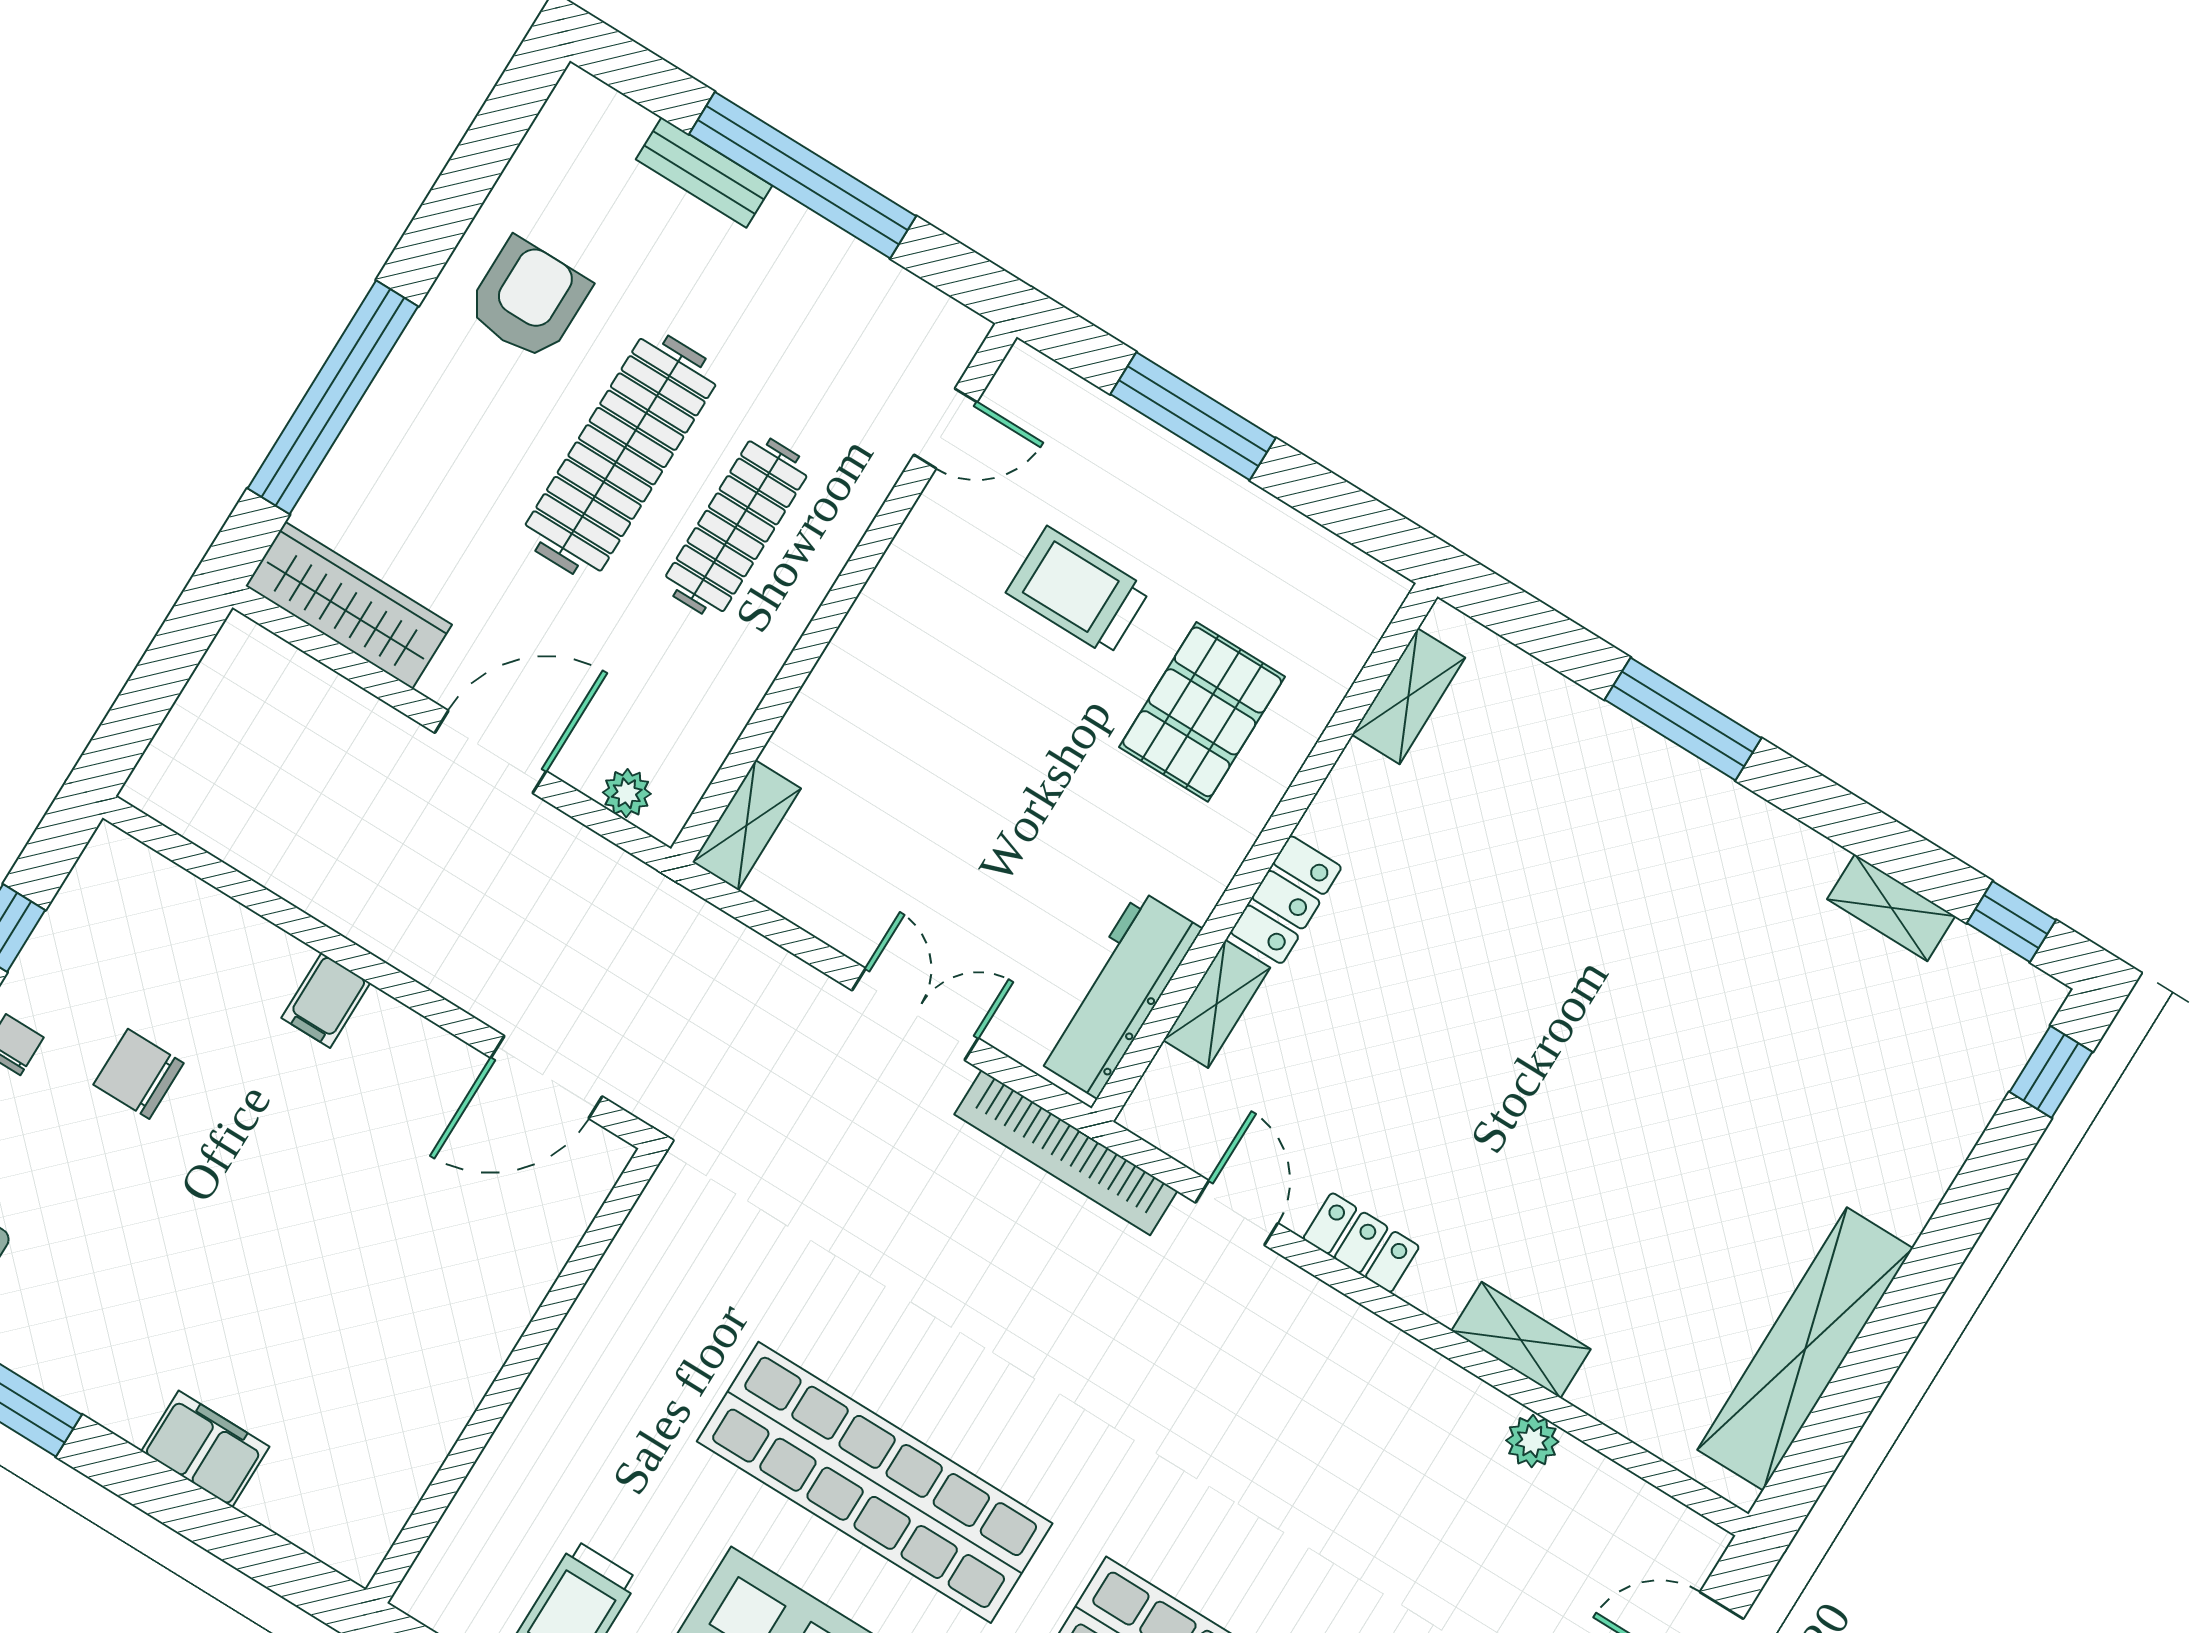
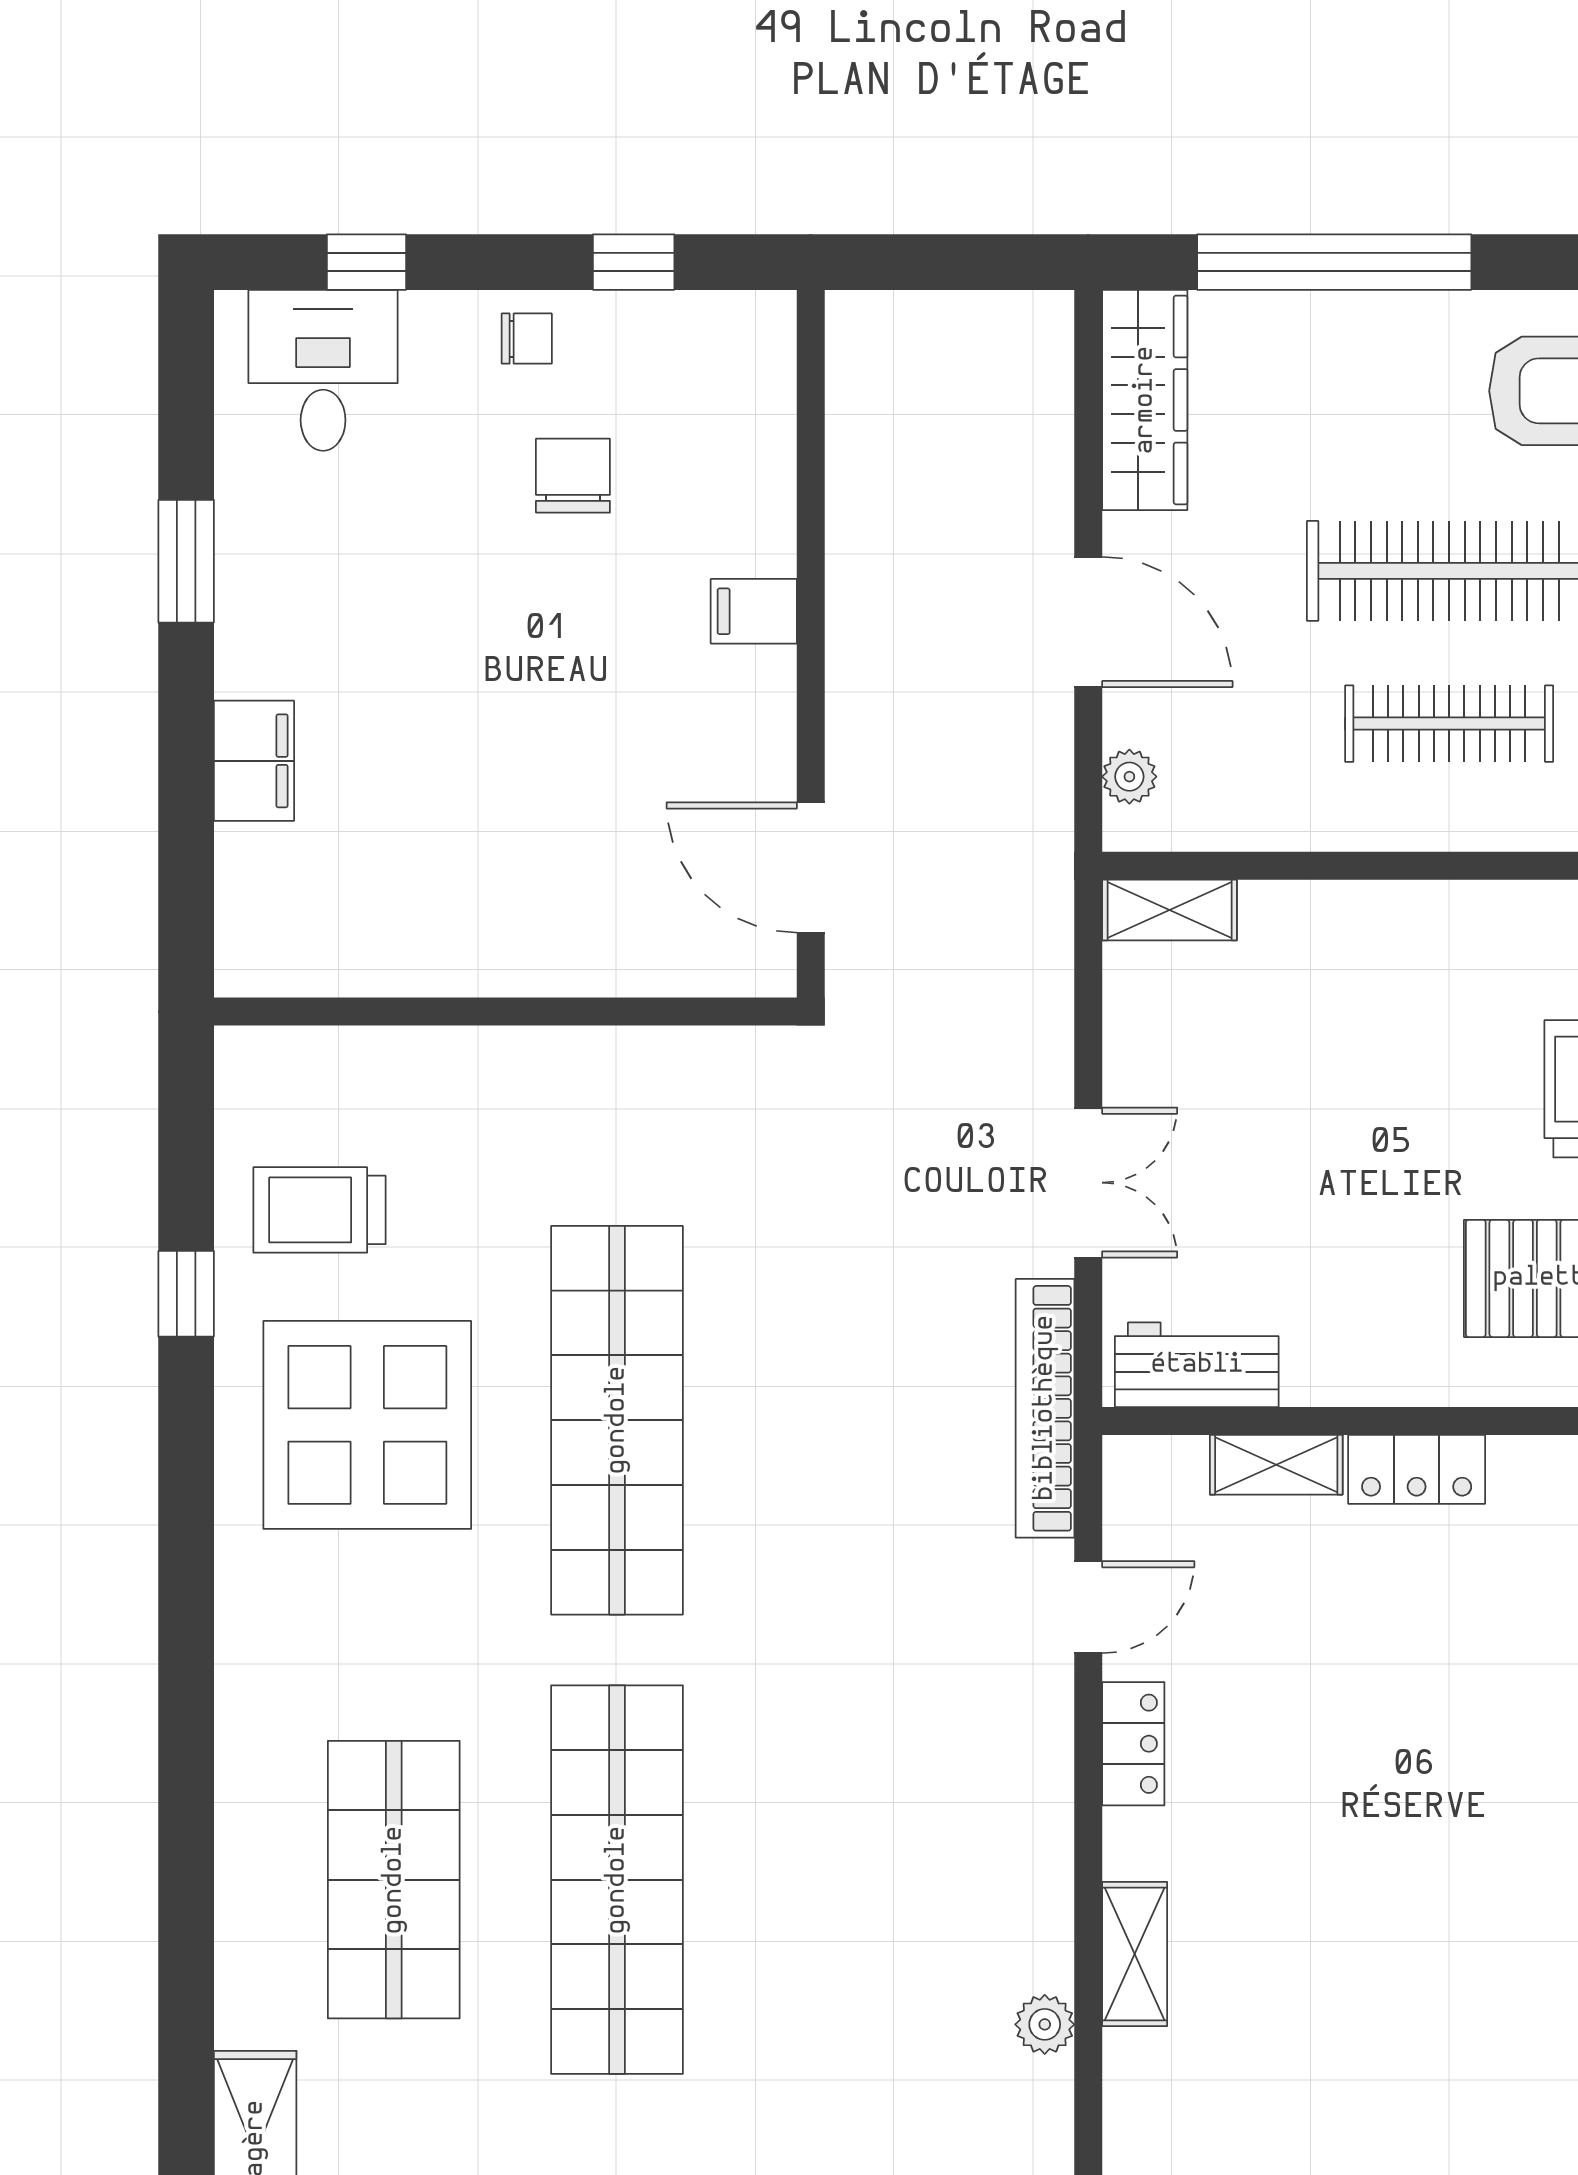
workbench: (1118, 994) -> (1197, 1365), width x0.73

